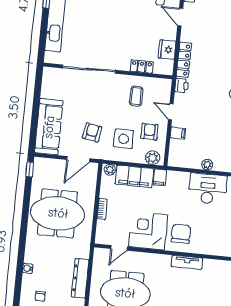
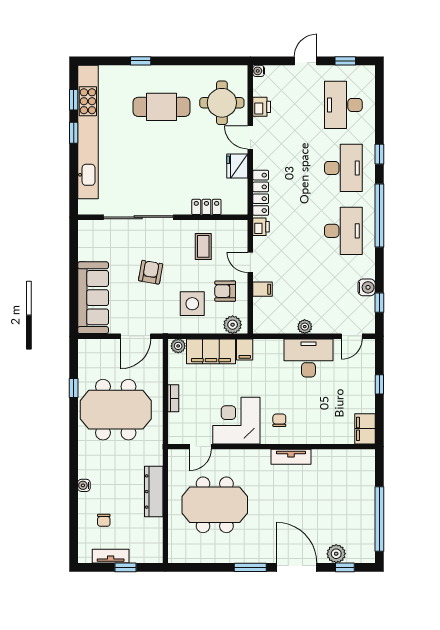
fridge: (167, 50) -> (237, 166), moved
armchair: (92, 132) -> (151, 272), moved
armchair: (150, 132) -> (225, 291), turned -90
window: (30, 169) -> (74, 388), moved
chair: (181, 234) -> (279, 420), width x0.54, depth x0.54

